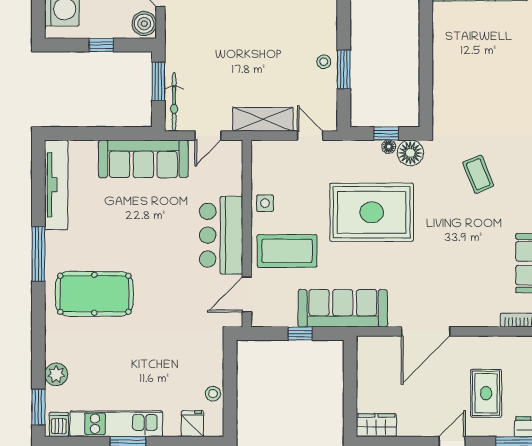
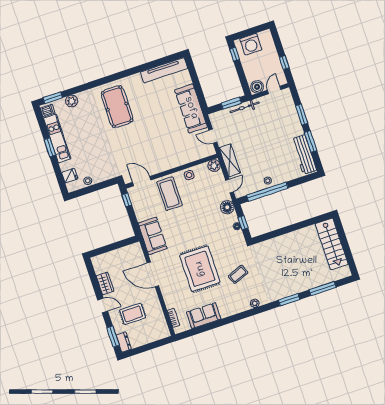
window: (101, 45) -> (235, 54), moved
window: (344, 69) -> (267, 192), width x2.11
bicycle: (174, 102) -> (245, 107), moved
plant: (263, 151) -> (214, 166), added
floor lamp: (410, 153) -> (227, 207), moved
rug: (372, 212) -> (200, 269), moved
bar counter: (221, 235) -> (166, 159), removed
window: (38, 254) -> (127, 73), removed
sofa: (343, 308) -> (153, 236), width x0.73
window: (300, 334) -> (127, 200), moved
wardrobe: (376, 425) -> (105, 284), moved

